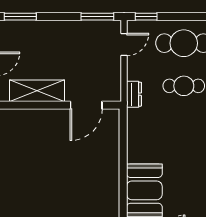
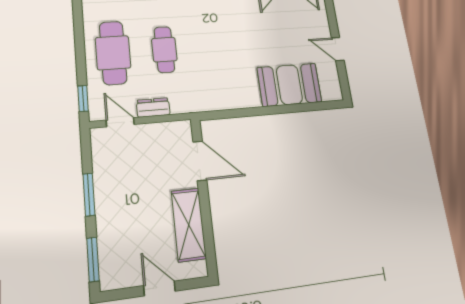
window: (97, 17) -> (89, 194), moved
dresser: (134, 94) -> (153, 107), moved

